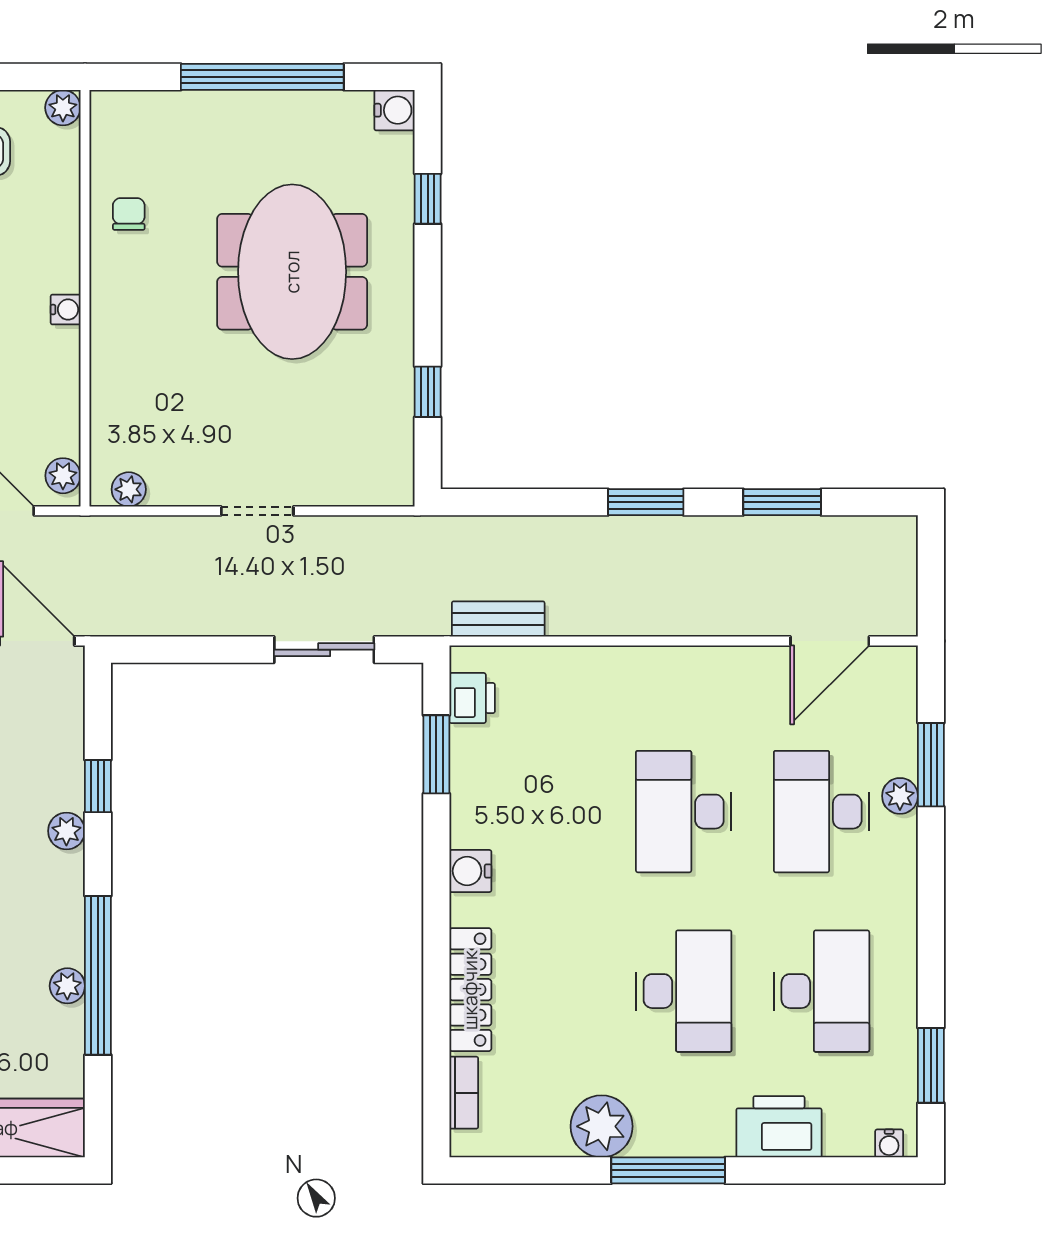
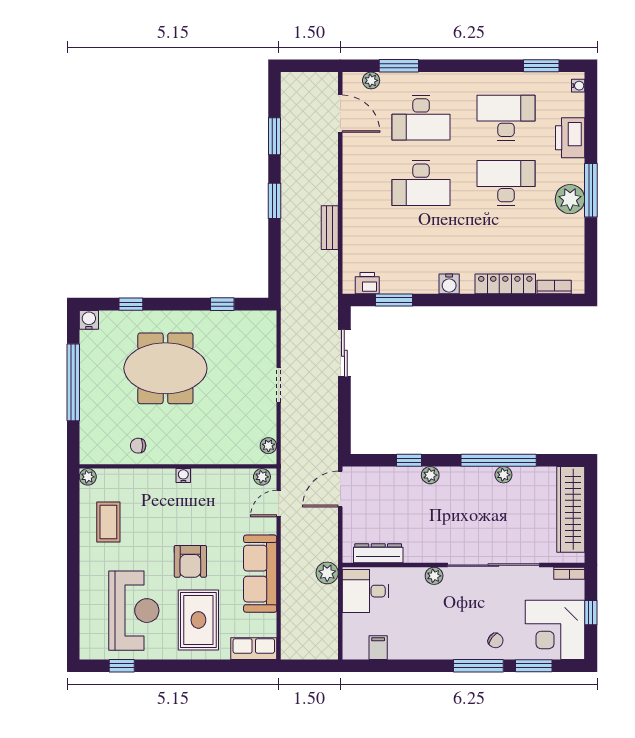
bench: (498, 619) -> (330, 228), moved
plant: (900, 796) -> (371, 80), moved
plant: (602, 1126) -> (570, 199), moved

